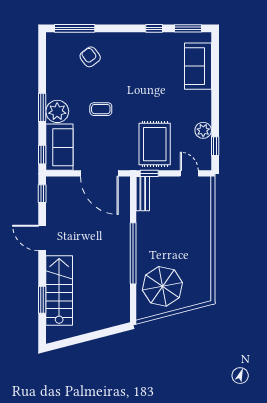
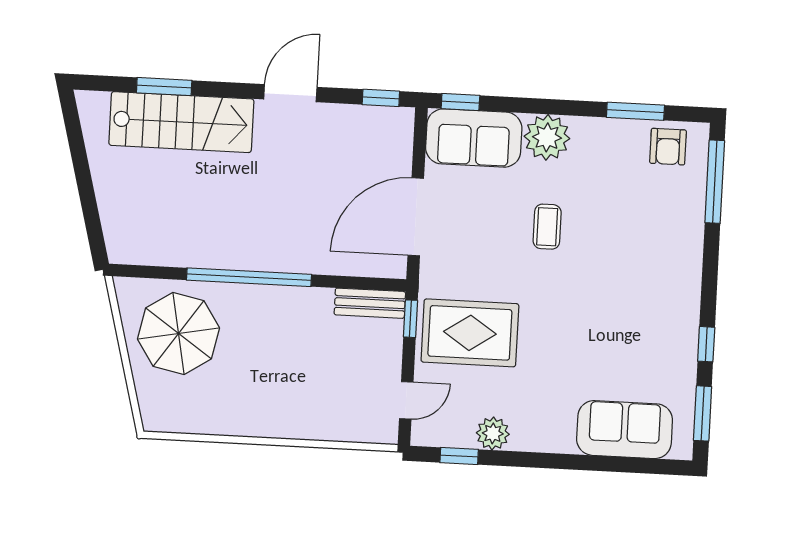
armchair: (90, 57) -> (668, 147), moved, turned 127
window: (42, 107) -> (635, 111), moved

